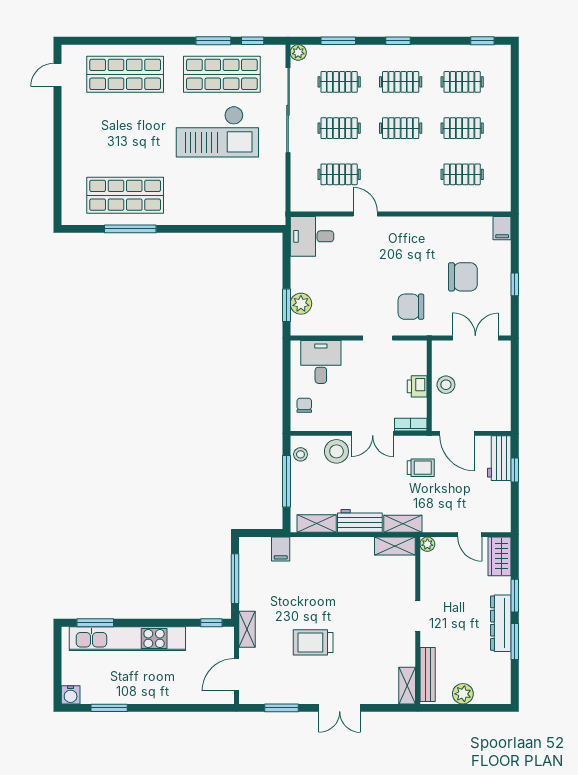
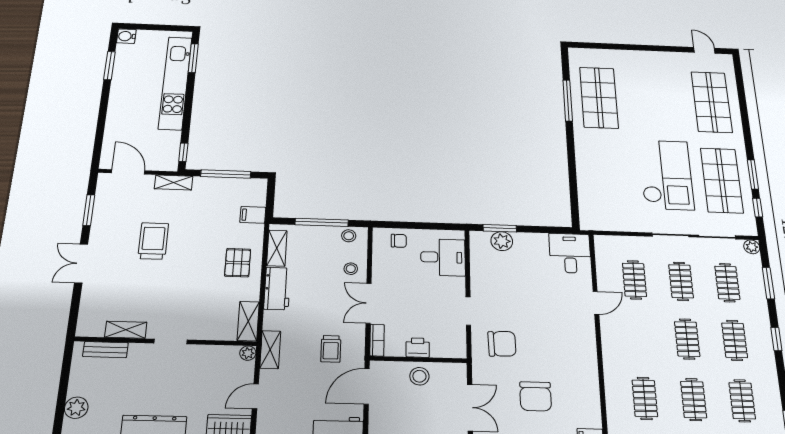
checkout: (217, 132) -> (666, 175), turned 180
chair: (411, 307) -> (502, 344), turned 88
stool: (336, 451) -> (351, 269), width x0.53, depth x0.53
shelving: (403, 524) -> (270, 350), moved
pallet: (334, 560) -> (238, 263), added
bench: (428, 675) -> (105, 350), width x0.73
shelving: (407, 686) -> (126, 330), moved
plant: (463, 694) -> (76, 408), moved

